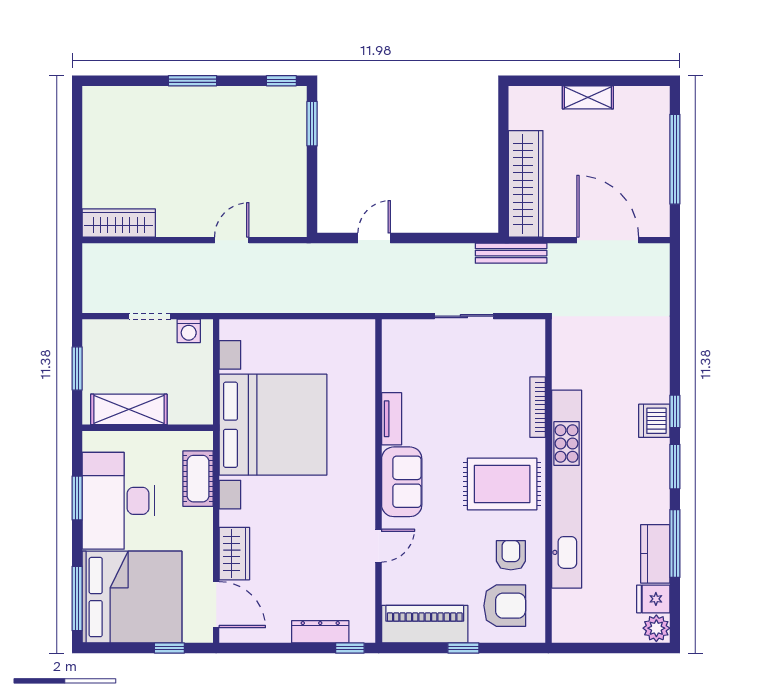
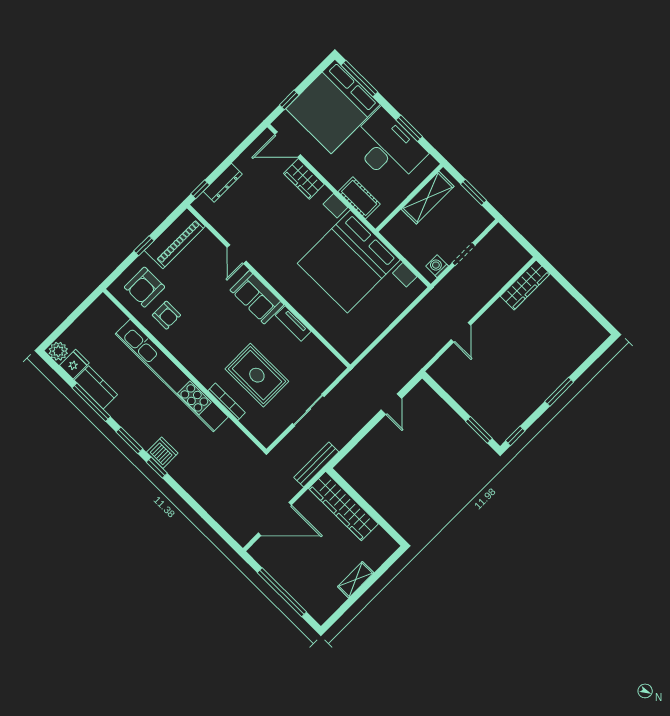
rug: (502, 484) -> (257, 375), moved, turned 90

